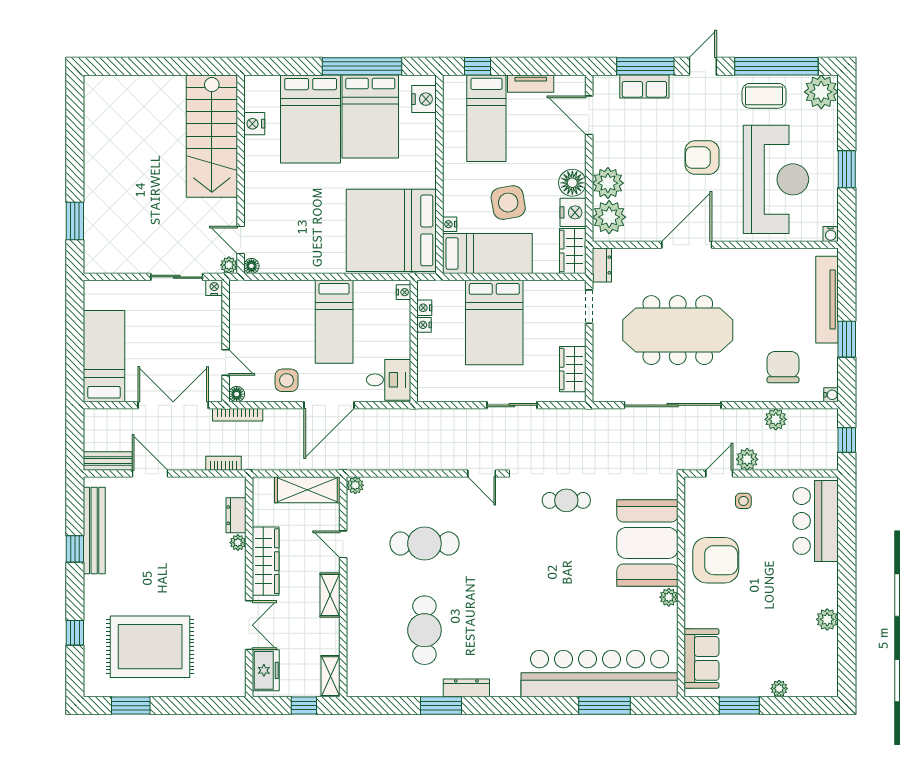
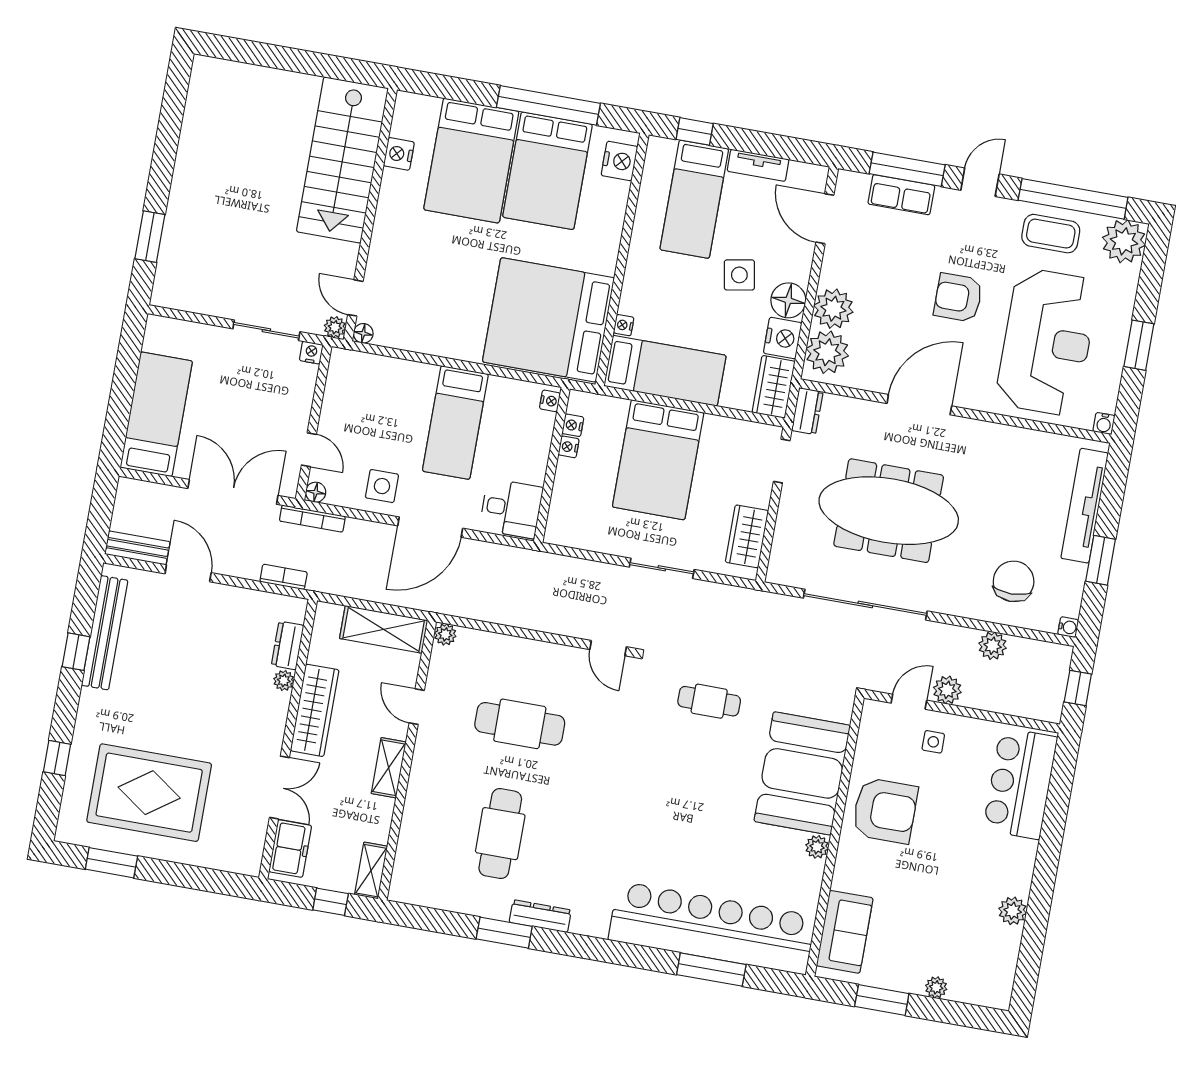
side table: (508, 203) -> (739, 275), moved, width x0.73, depth x0.73

